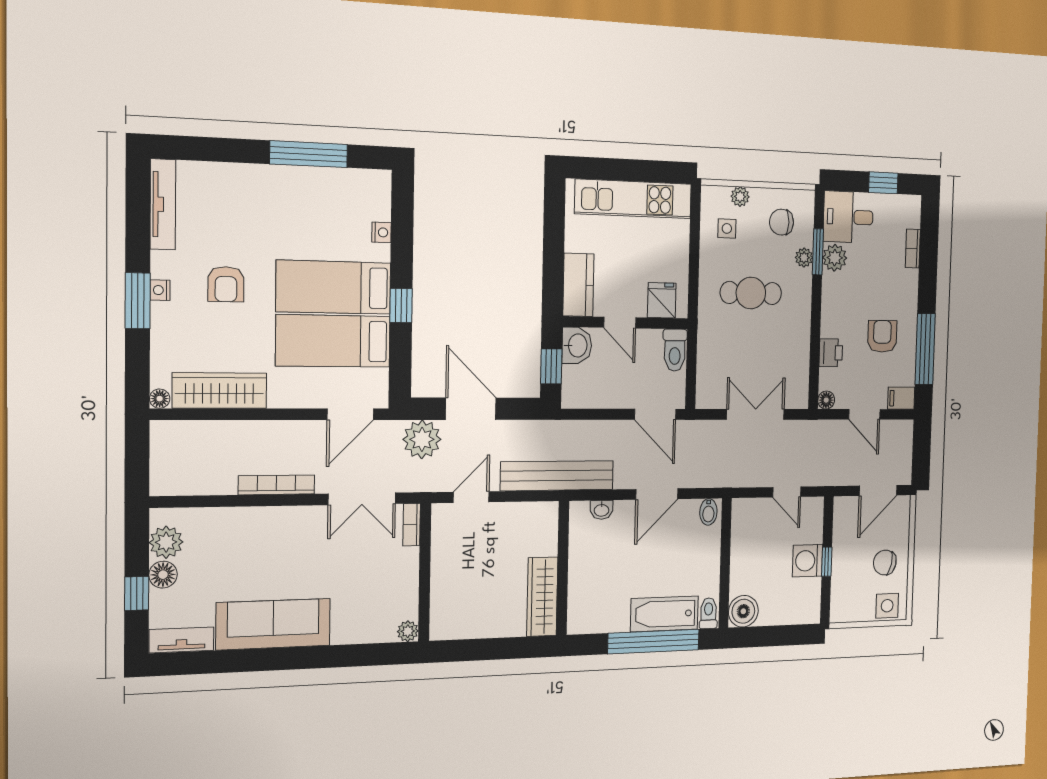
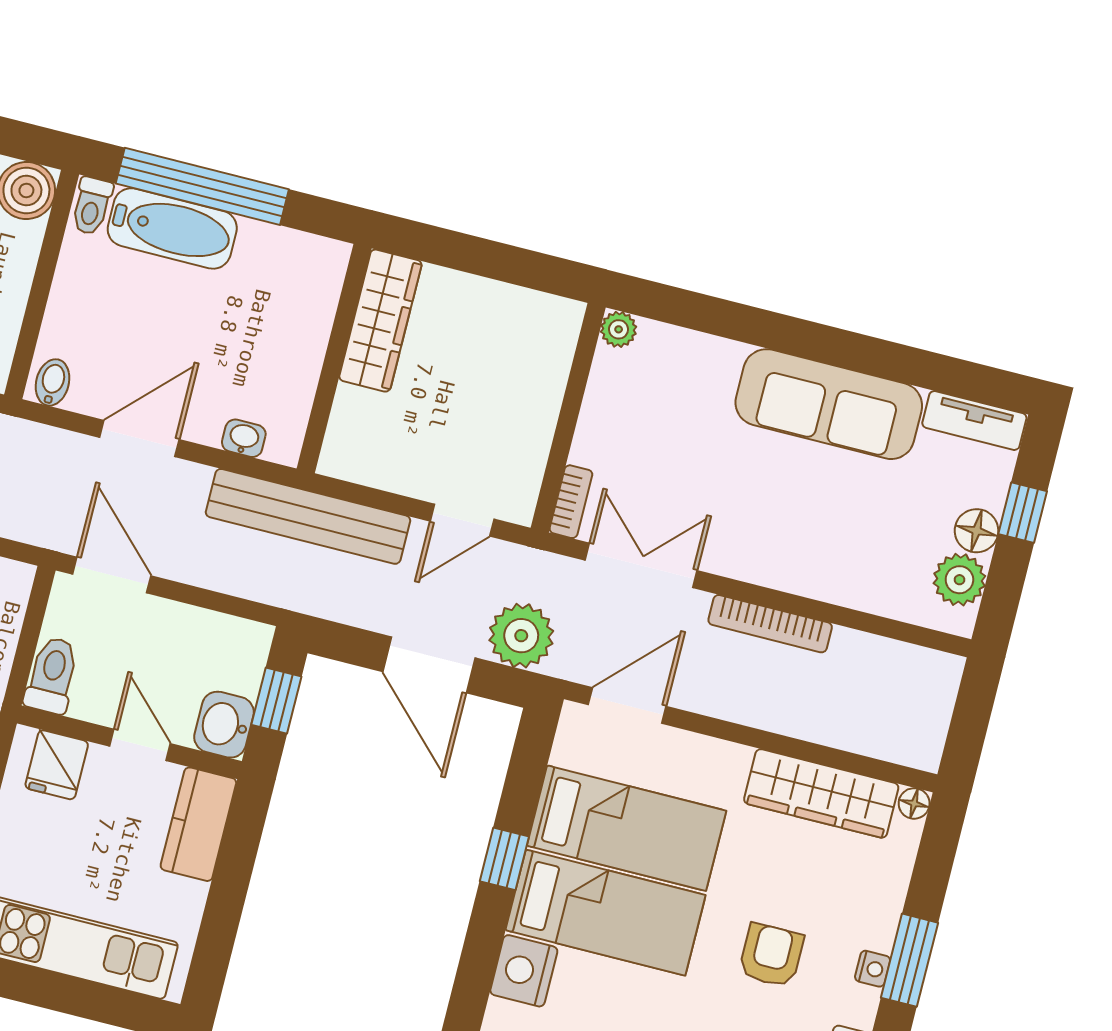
nightstand: (382, 232) -> (524, 971), width x1.89, depth x1.79

